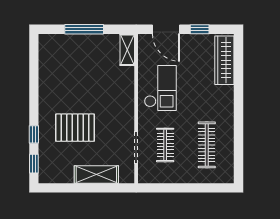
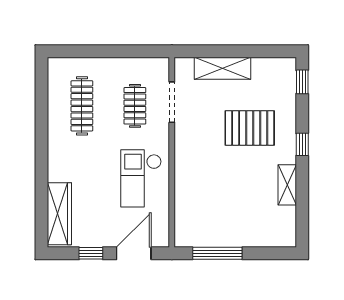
window: (84, 29) -> (217, 253), moved
door: (166, 29) -> (134, 253), hinge flipped
shelving: (127, 50) -> (287, 185), moved
window: (34, 134) -> (302, 144), moved

